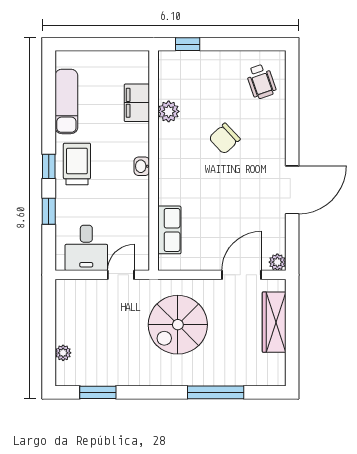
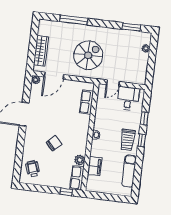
row of seats: (170, 75) -> (77, 178), added

